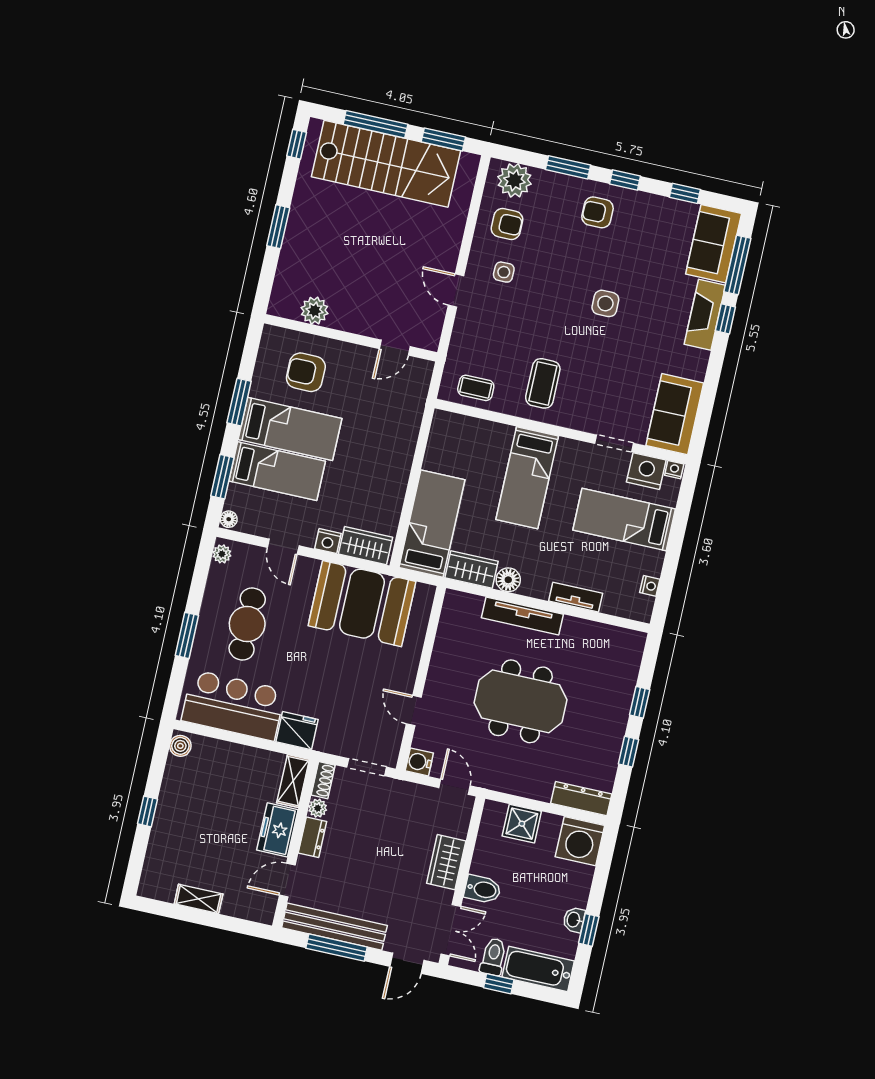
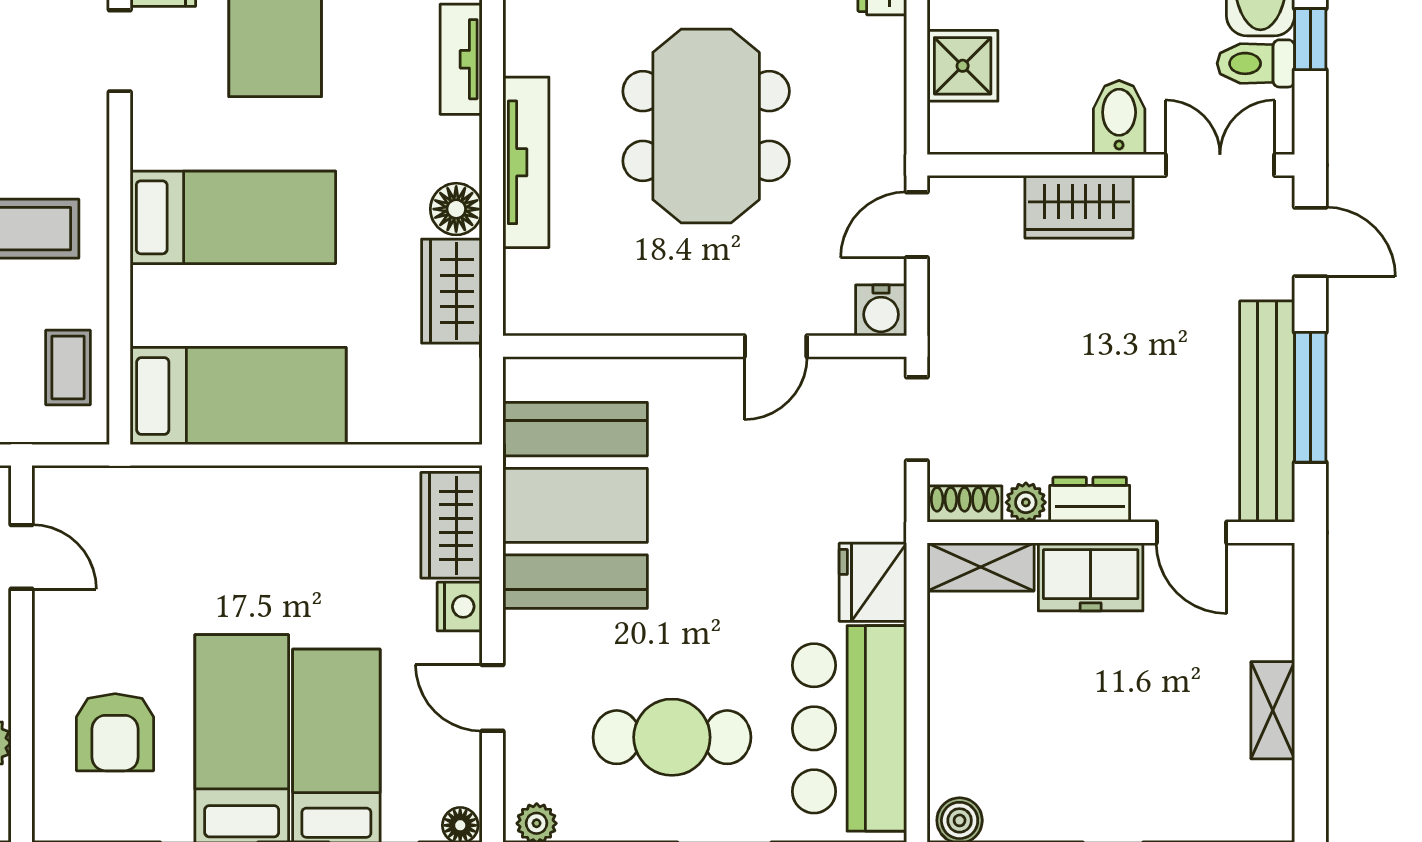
bed: (432, 524) -> (238, 396), moved, turned 180
door: (283, 547) -> (492, 698), swing flipped

